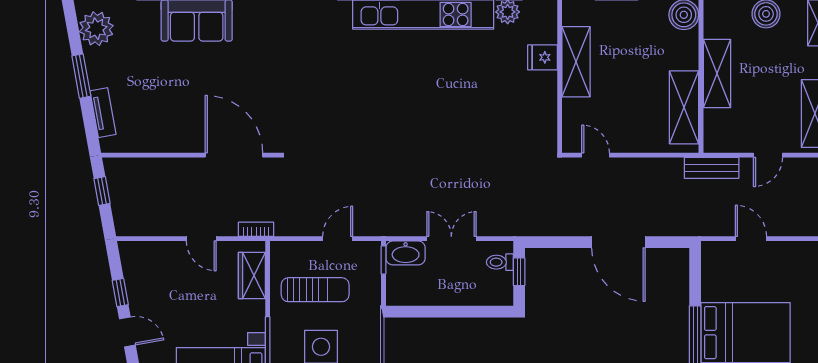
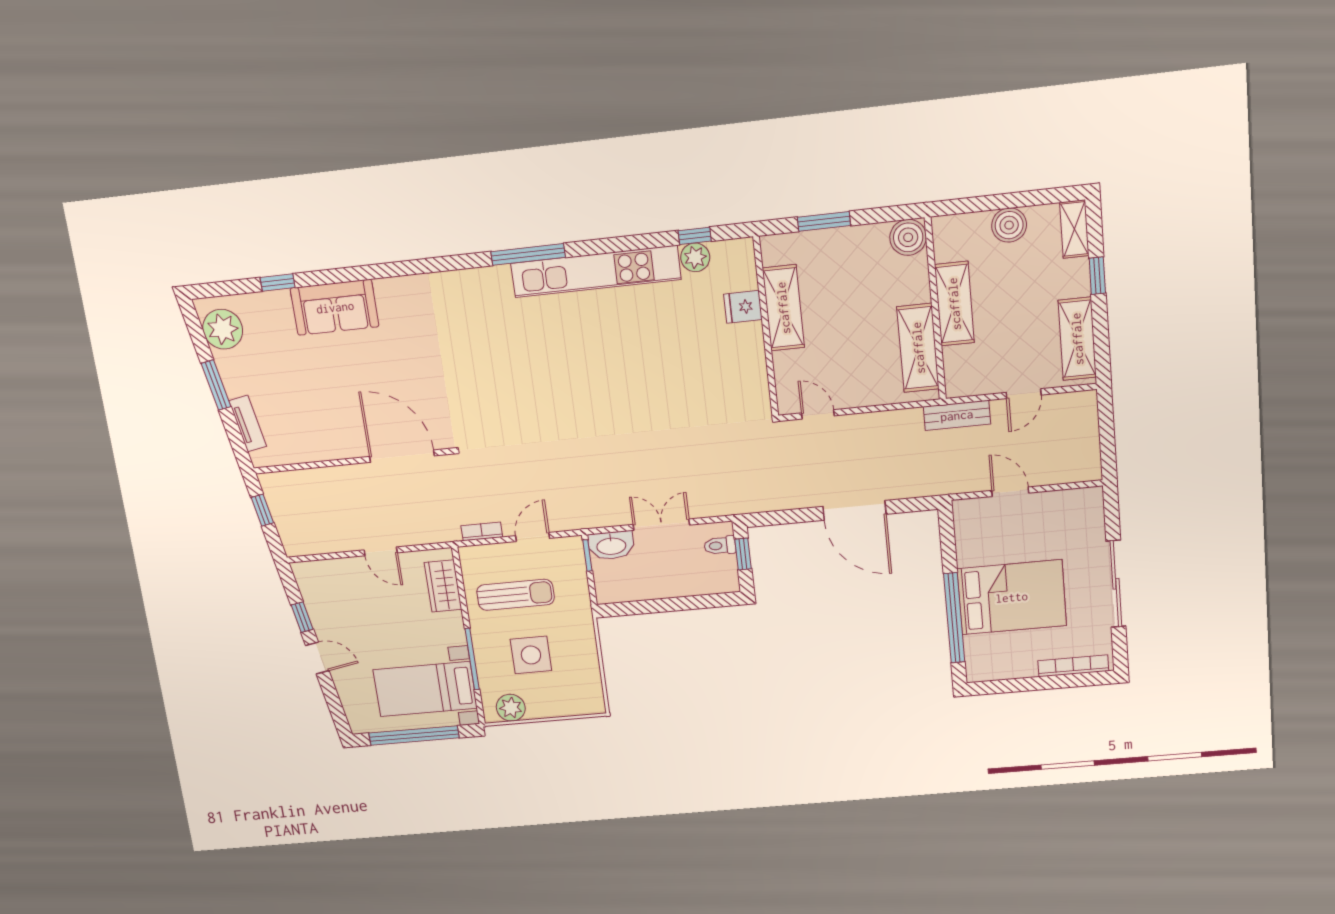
bookcase: (256, 229) -> (482, 531), moved

